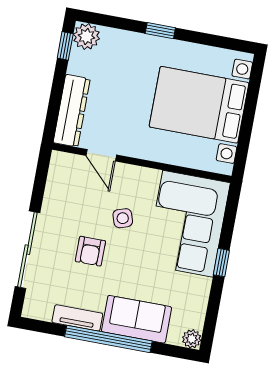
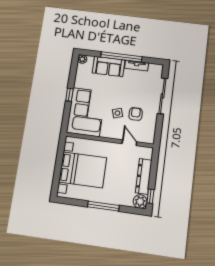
window: (160, 31) -> (103, 206), width x2.17
dresser: (72, 111) -> (144, 176), moved
armchair: (90, 251) -> (136, 114), moved

